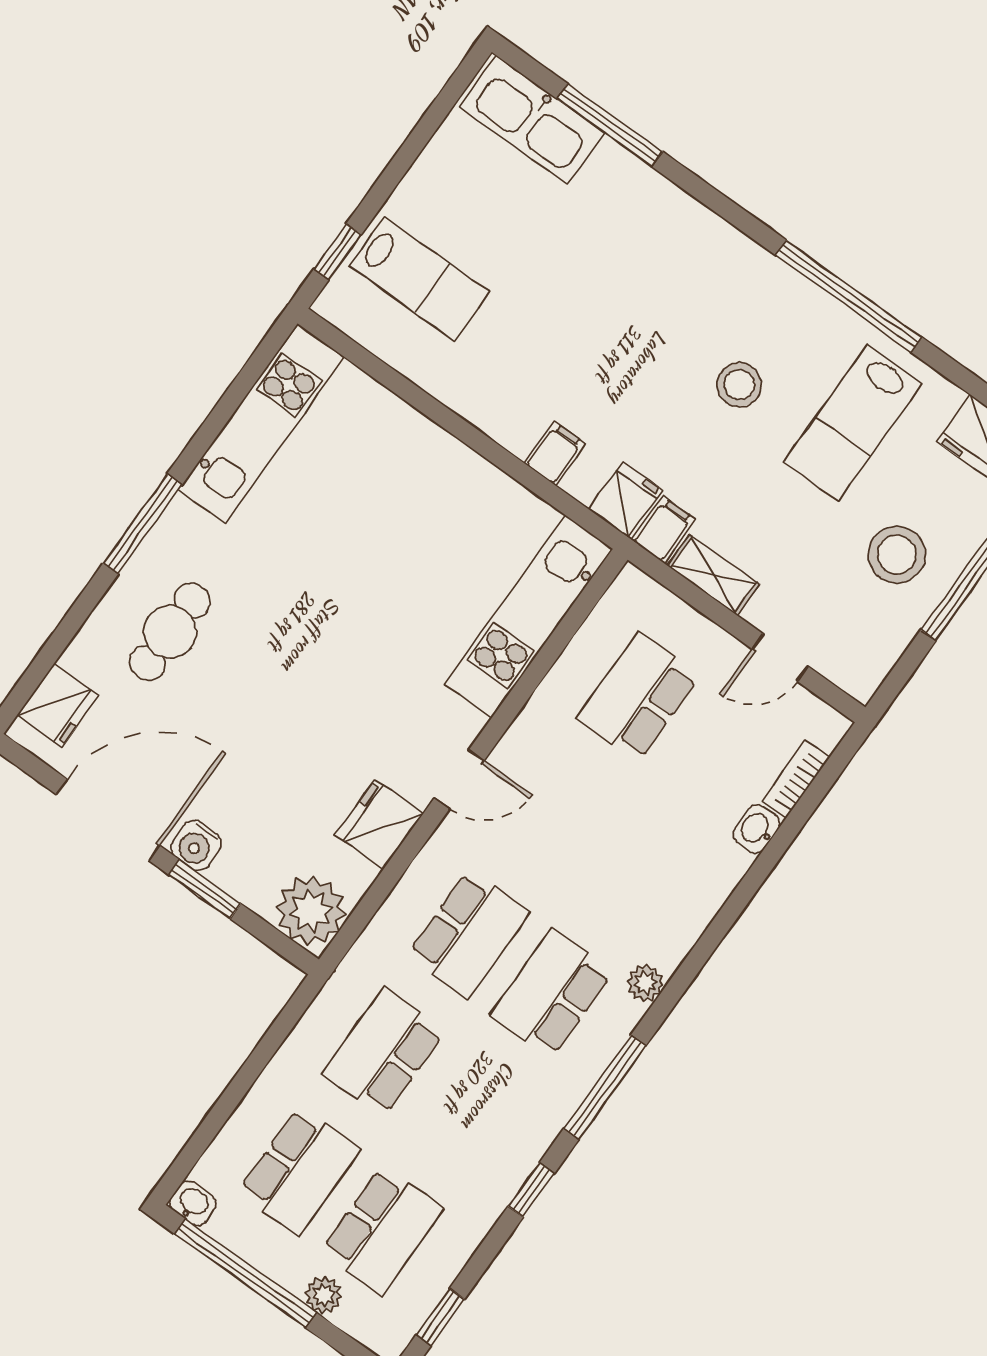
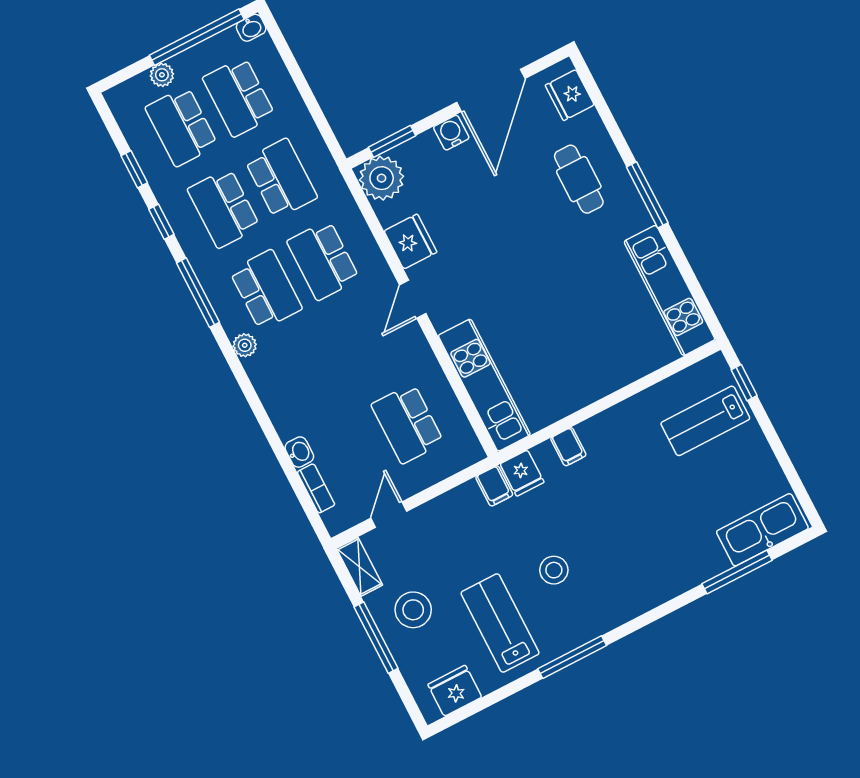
window: (849, 296) -> (572, 657), width x0.68
shelving: (713, 575) -> (359, 567), moved, turned 90
school desk: (638, 697) -> (407, 424), turned 180
window: (205, 889) -> (392, 141), moved
school desk: (467, 1112) -> (224, 208), added
window: (440, 1317) -> (134, 169), moved

